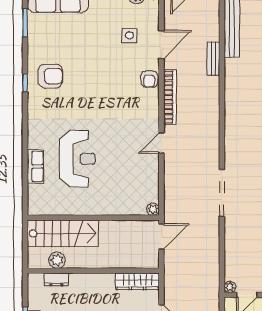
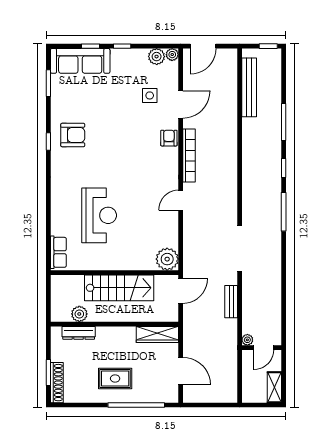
bench: (213, 59) -> (231, 302), moved
armchair: (149, 79) -> (169, 138), turned 180
row of seats: (35, 166) -> (58, 252), moved
plant: (153, 209) -> (167, 259), width x1.88, depth x1.88
stairs: (63, 233) -> (119, 288), moved
dresser: (56, 280) -> (79, 333), width x1.44

